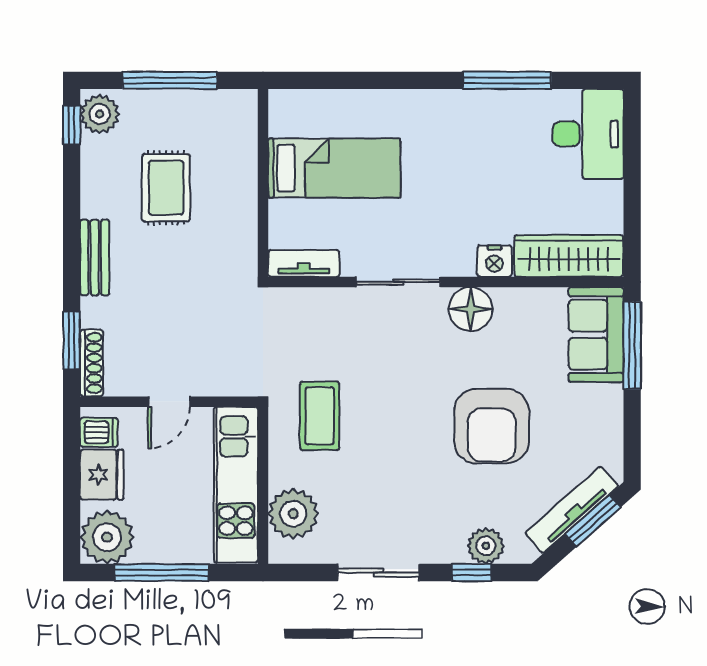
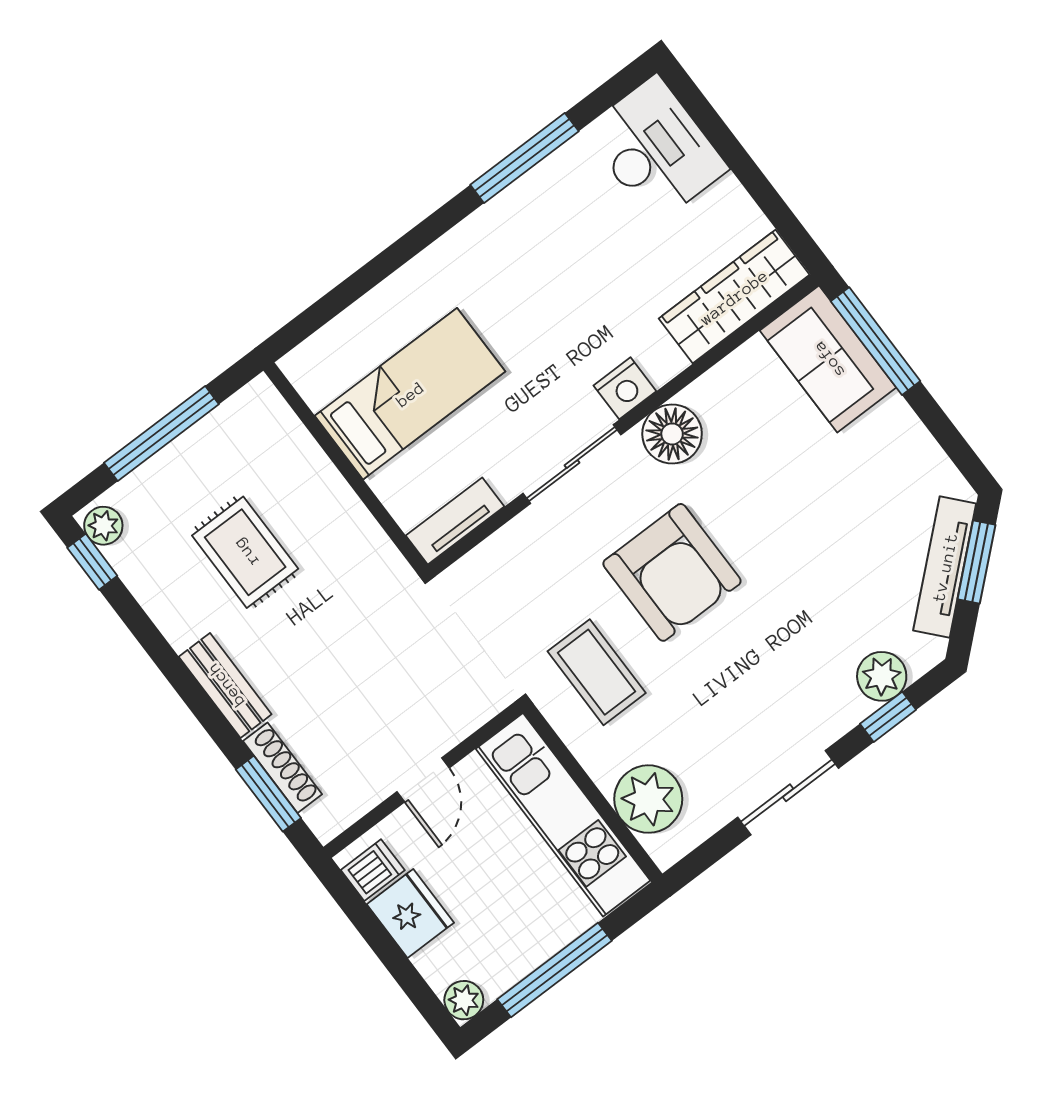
plant: (100, 114) -> (103, 526), width x0.73, depth x0.73
nightstand: (495, 261) -> (625, 388), moved
shoe rack: (92, 363) -> (282, 768), moved
armchair: (492, 426) -> (672, 572), moved
plant: (107, 537) -> (464, 1000), width x0.53, depth x0.53

